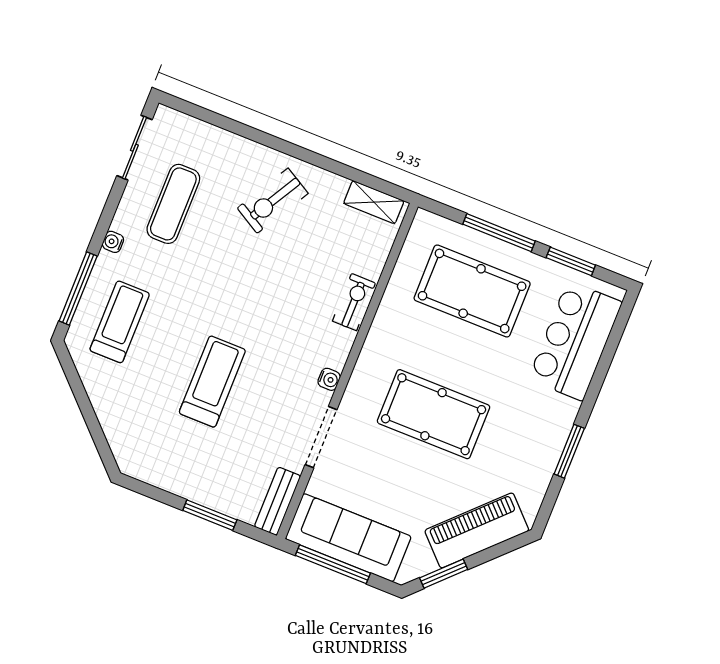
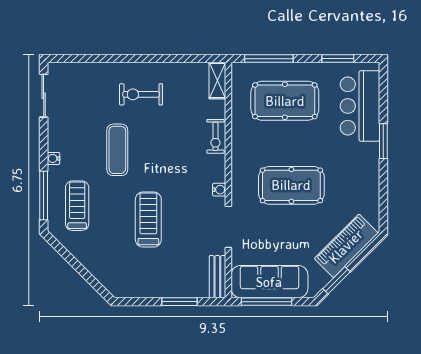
exercise bike: (273, 201) -> (141, 94), turned 60
shelving: (374, 202) -> (217, 81), moved, turned 90
exercise mat: (173, 204) -> (117, 150), moved
window: (499, 233) -> (269, 59), moved
exercise bike: (354, 302) -> (215, 136), turned 180
window: (569, 451) -> (383, 141), moved

